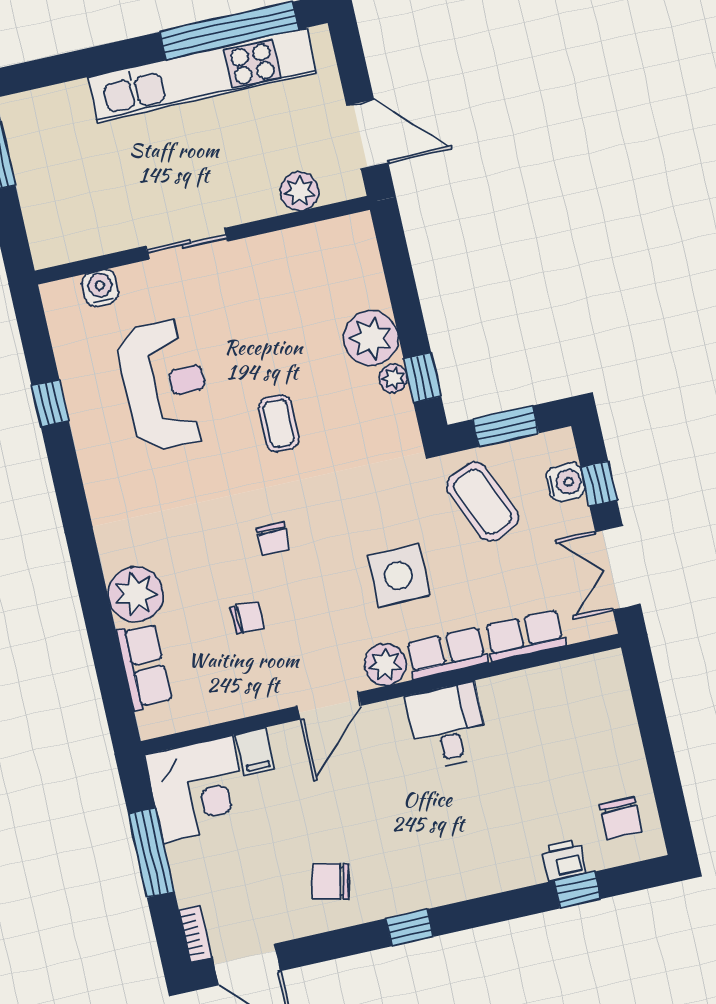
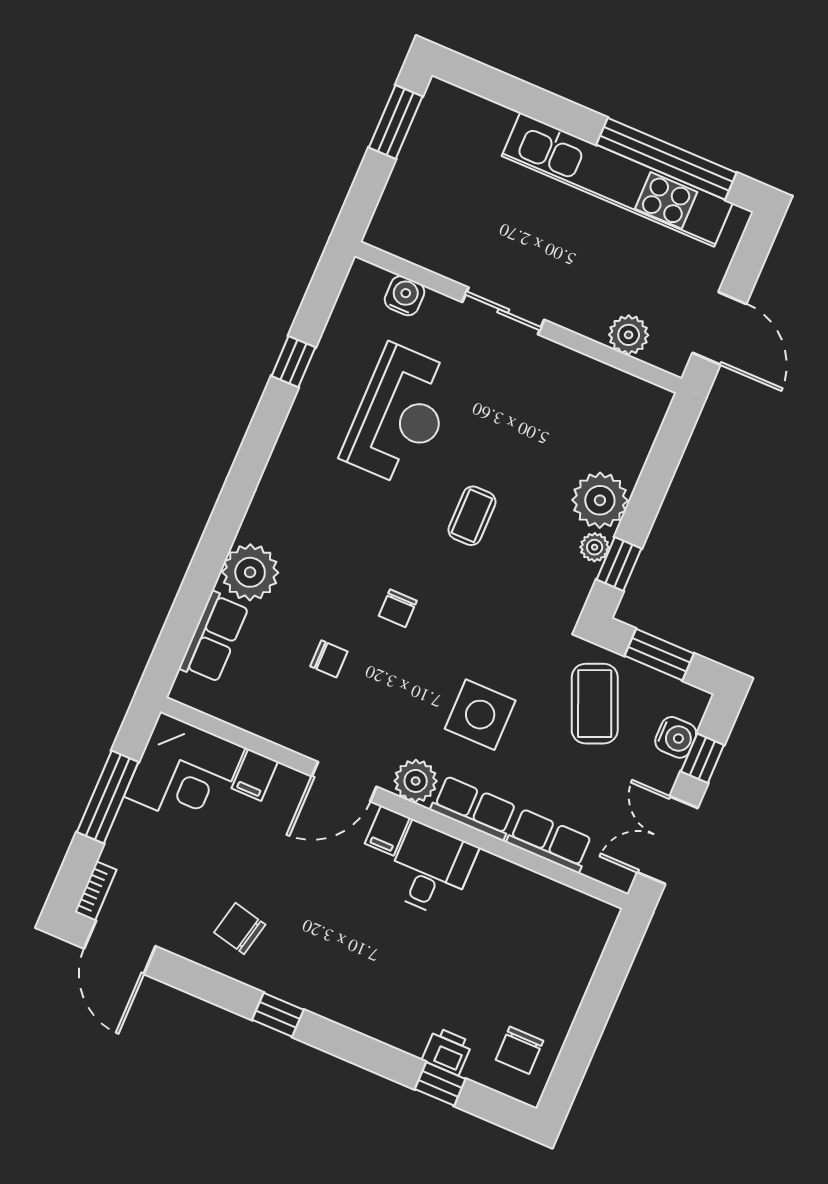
filing cabinet: (391, 720) -> (387, 831), added

